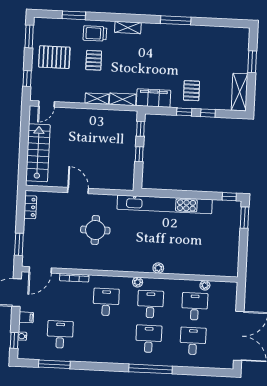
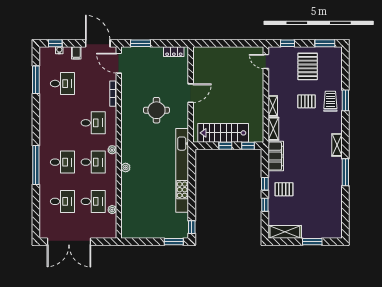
window: (74, 15) -> (345, 100), moved
shelving: (128, 27) -> (337, 145), moved
stairs: (38, 153) -> (223, 133), moved, turned 180

